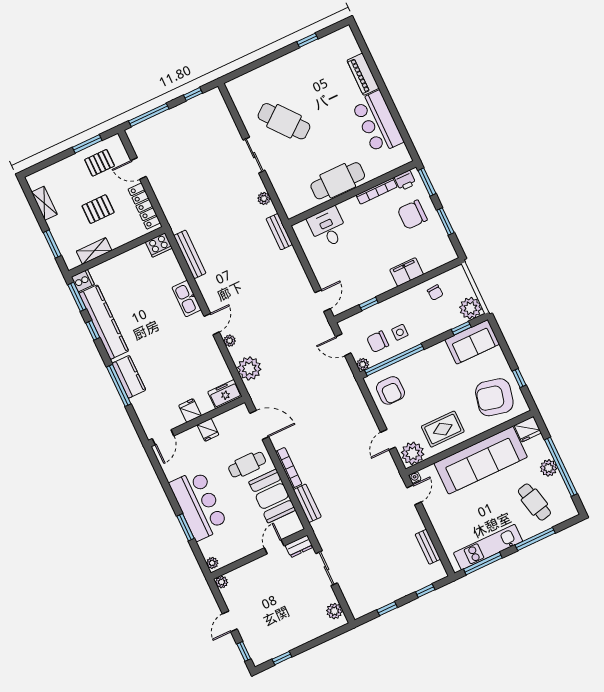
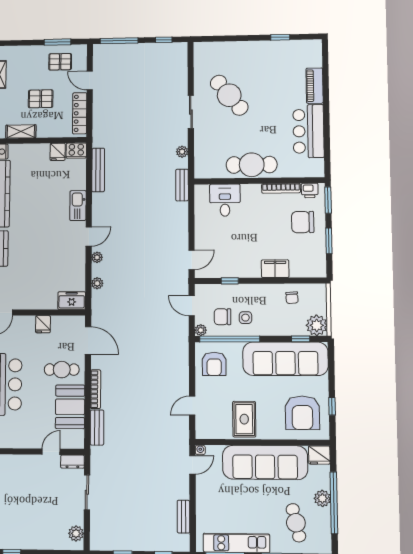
sofa: (472, 342) -> (285, 359), width x1.85, depth x1.27
plant: (249, 368) -> (97, 283), width x0.53, depth x0.53
armchair: (494, 397) -> (302, 413), turned -103
fridge: (190, 410) -> (58, 152), moved, turned 180
rug: (443, 429) -> (244, 419), turned 90
plant: (413, 453) -> (208, 428), removed

